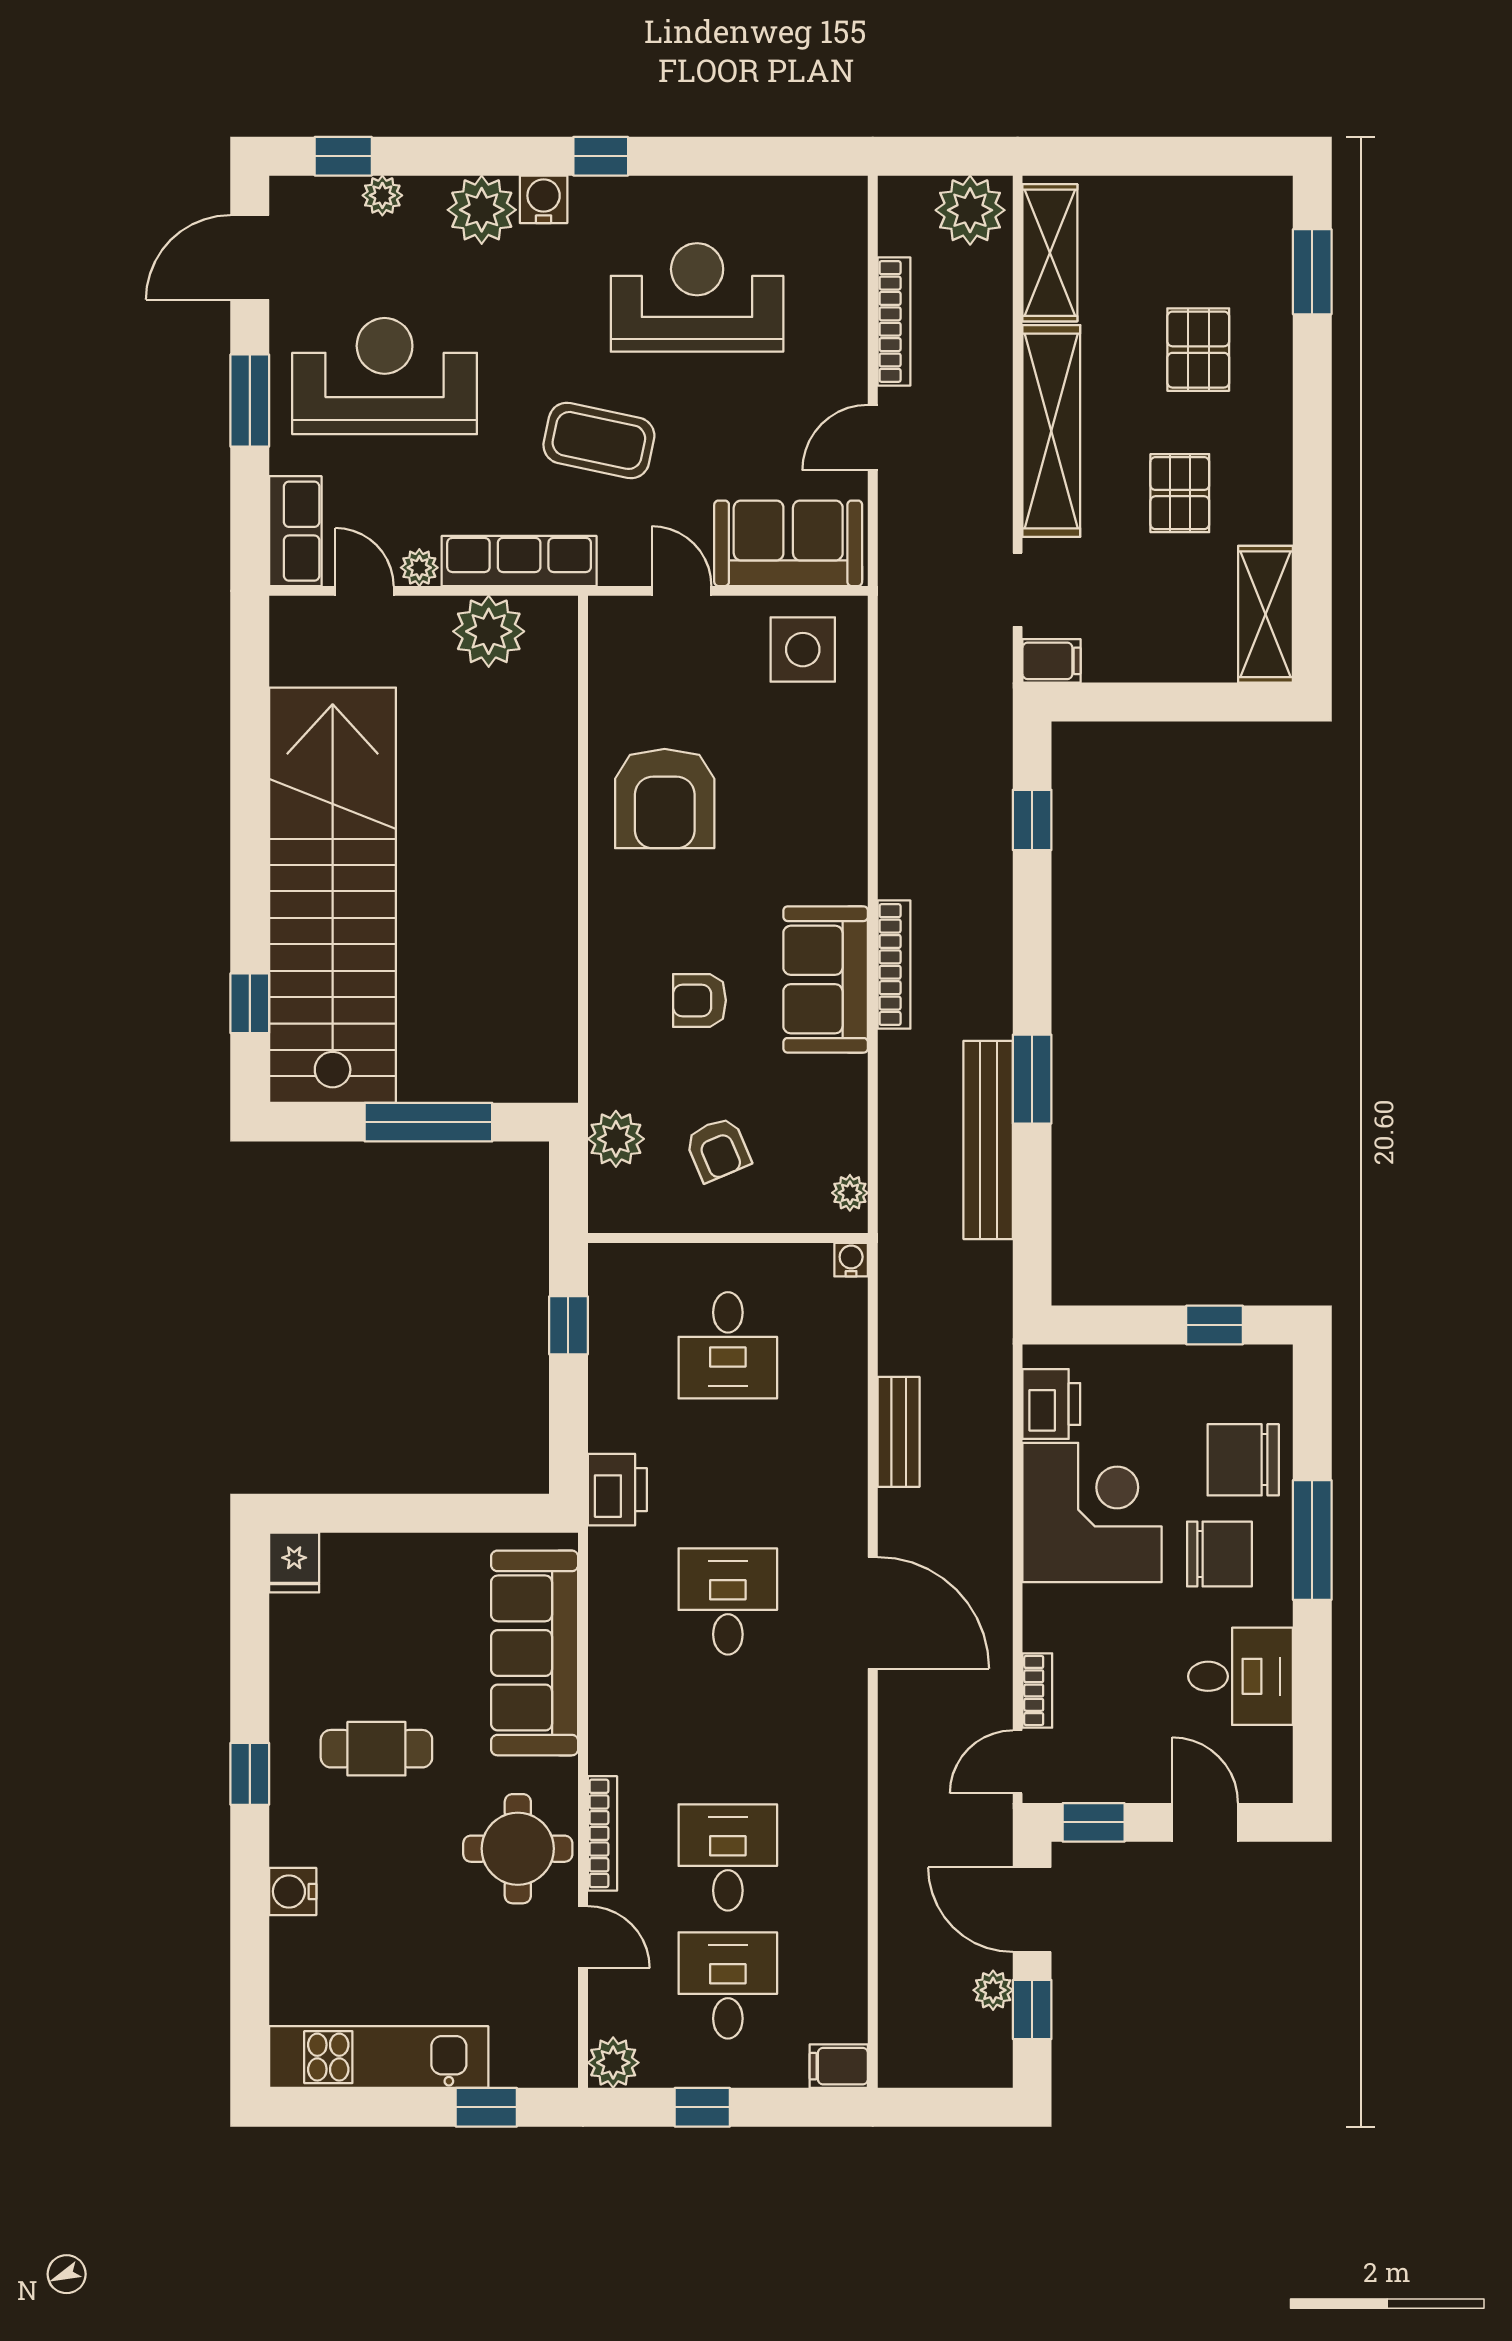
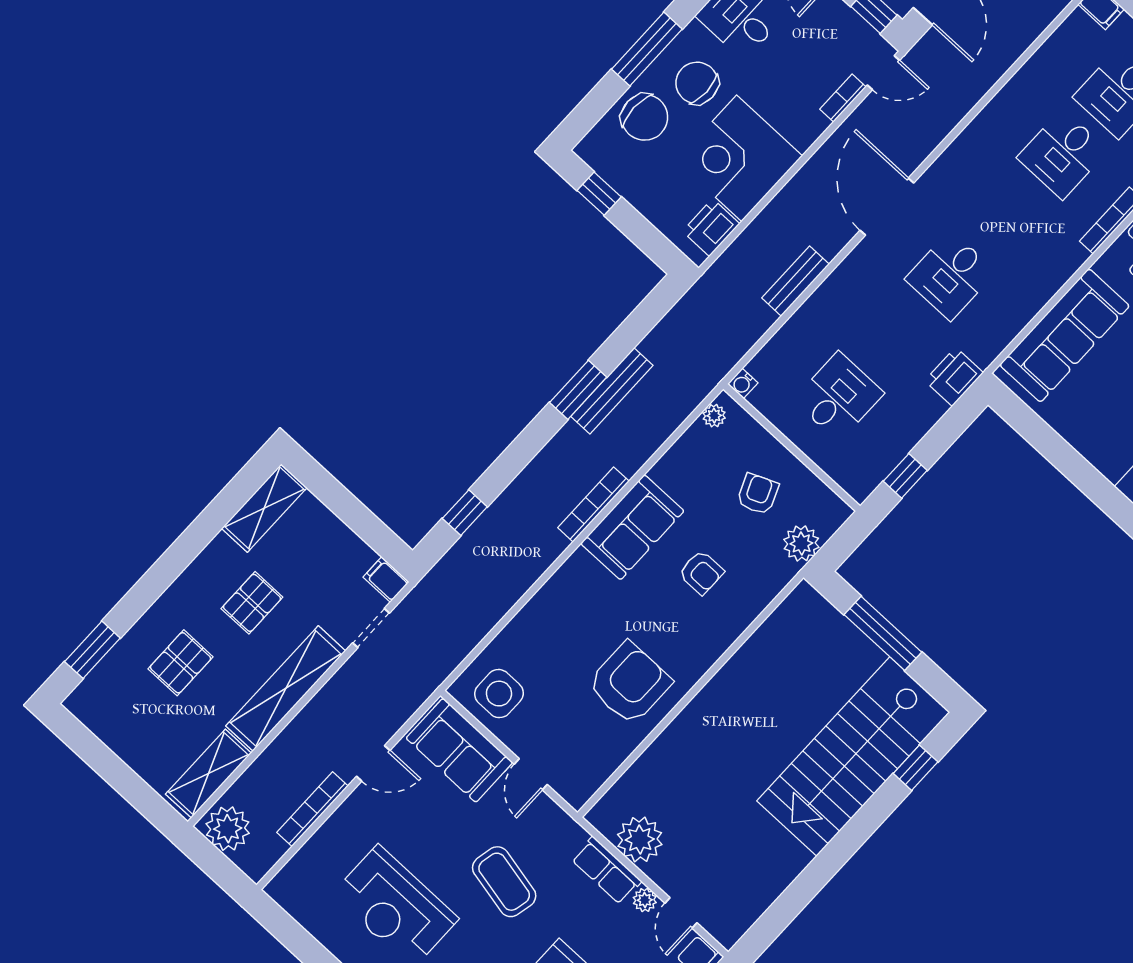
row of seats: (519, 561) -> (607, 870), width x0.68
stairs: (333, 895) -> (853, 757), width x0.73
bench: (988, 1140) -> (612, 391), width x0.73, depth x0.82

